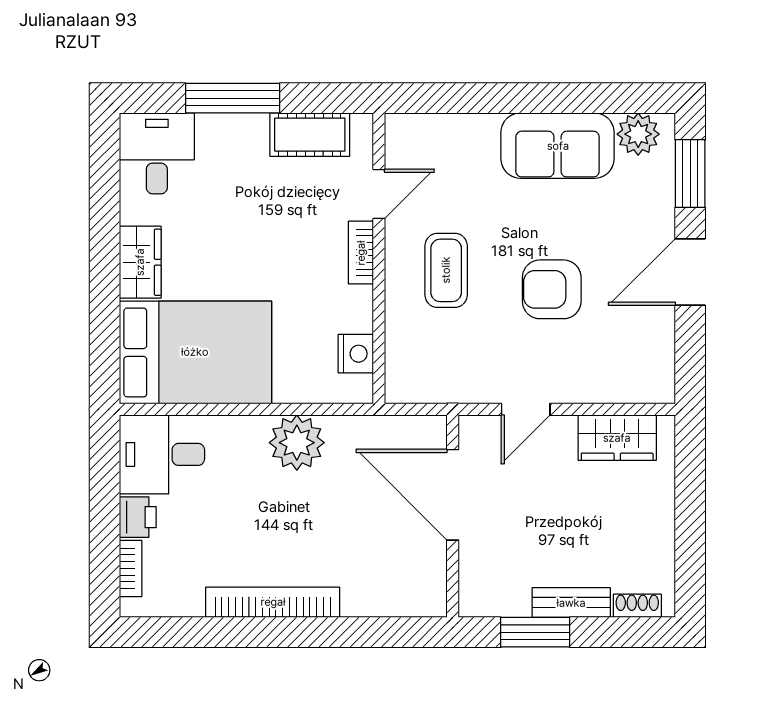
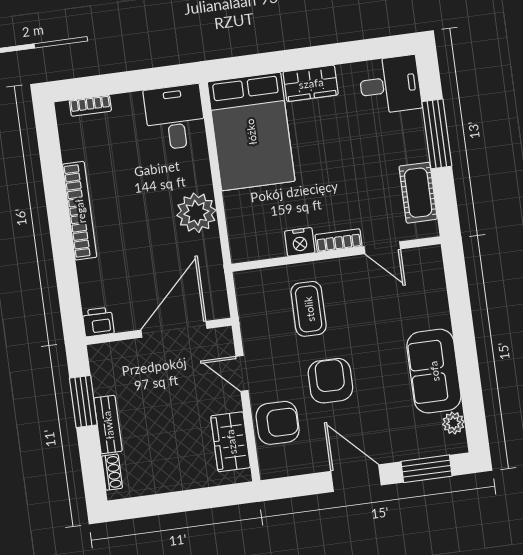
plant: (638, 134) -> (453, 423), width x0.73, depth x0.73
coffee table: (446, 270) -> (309, 309), moved, turned 90
nightstand: (356, 354) -> (300, 242), moved
armchair: (600, 370) -> (278, 423), added
printer: (138, 517) -> (98, 322), moved, turned 180

